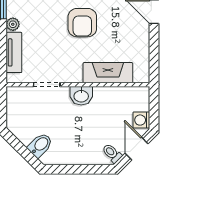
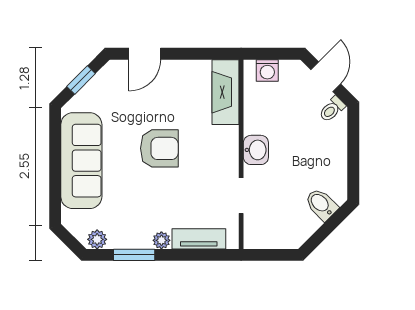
fireplace: (108, 73) -> (225, 92), moved
washing machine: (141, 120) -> (267, 70), moved
door: (137, 149) -> (326, 77), swing flipped

